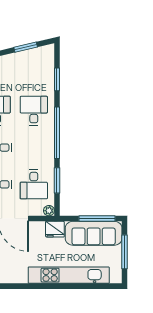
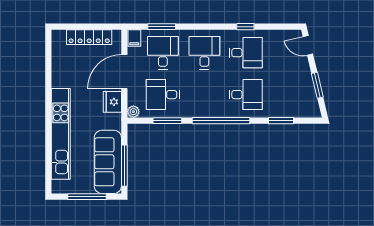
fridge: (55, 229) -> (112, 102), moved

